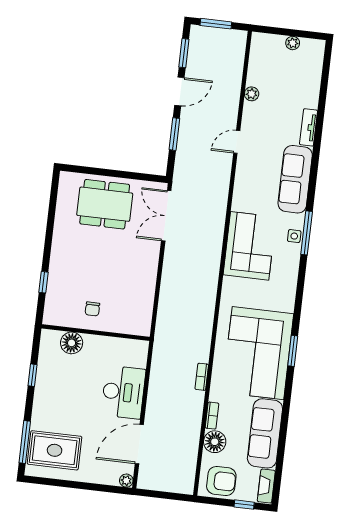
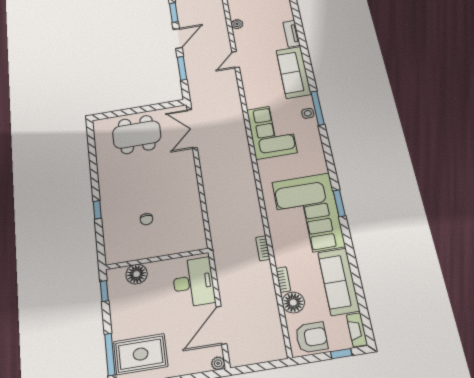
wall: (96, 333) -> (157, 259), moved
floor lamp: (72, 343) -> (137, 274), moved

